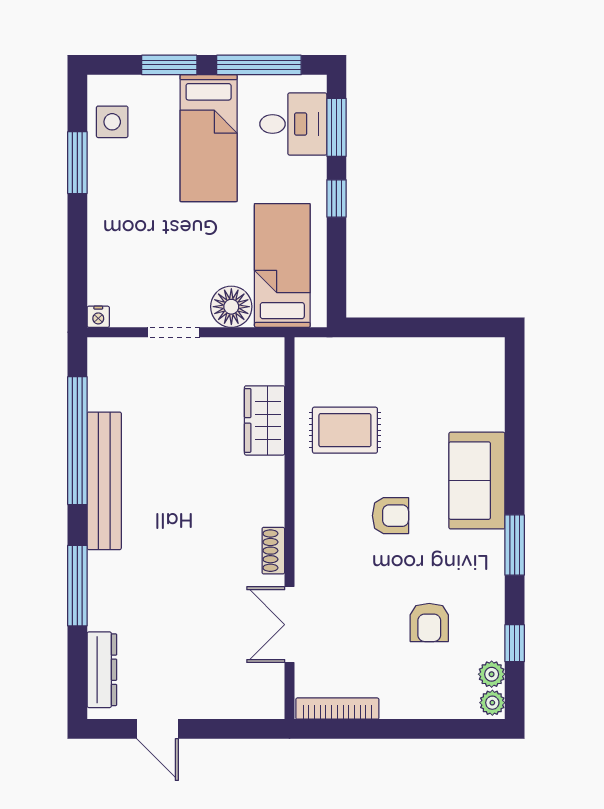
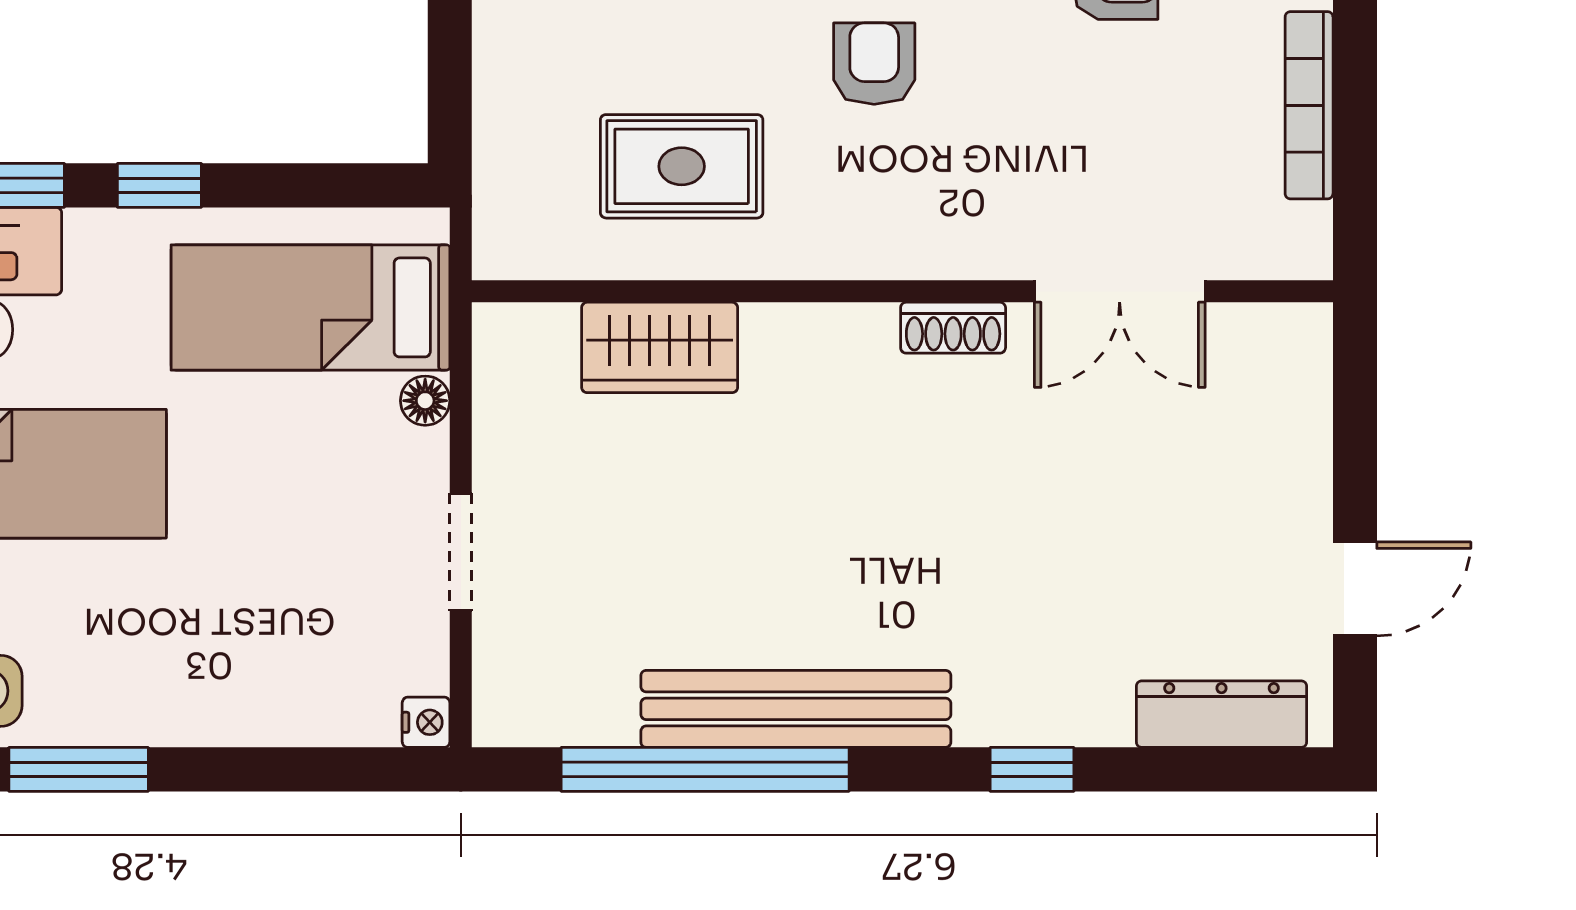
floor lamp: (231, 307) -> (425, 401), width x0.53, depth x0.53
rug: (345, 430) -> (682, 166), turned 90
window: (77, 586) -> (1032, 769), width x0.46
bookcase: (337, 709) -> (1309, 105), moved

